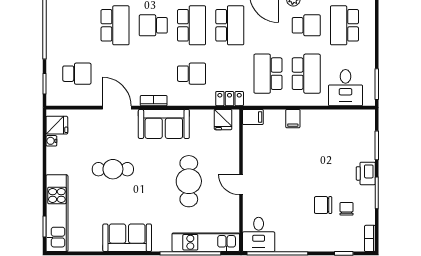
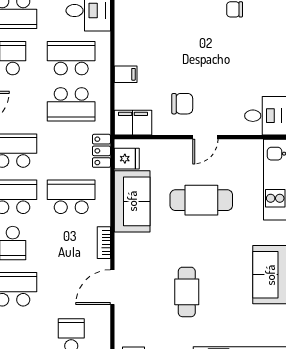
school desk: (192, 74) -> (71, 197), width x1.85
filing cabinet: (253, 117) -> (133, 123), width x2.00
sofa: (164, 124) -> (132, 201), moved
chair: (323, 205) -> (182, 104), moved, turned -90

